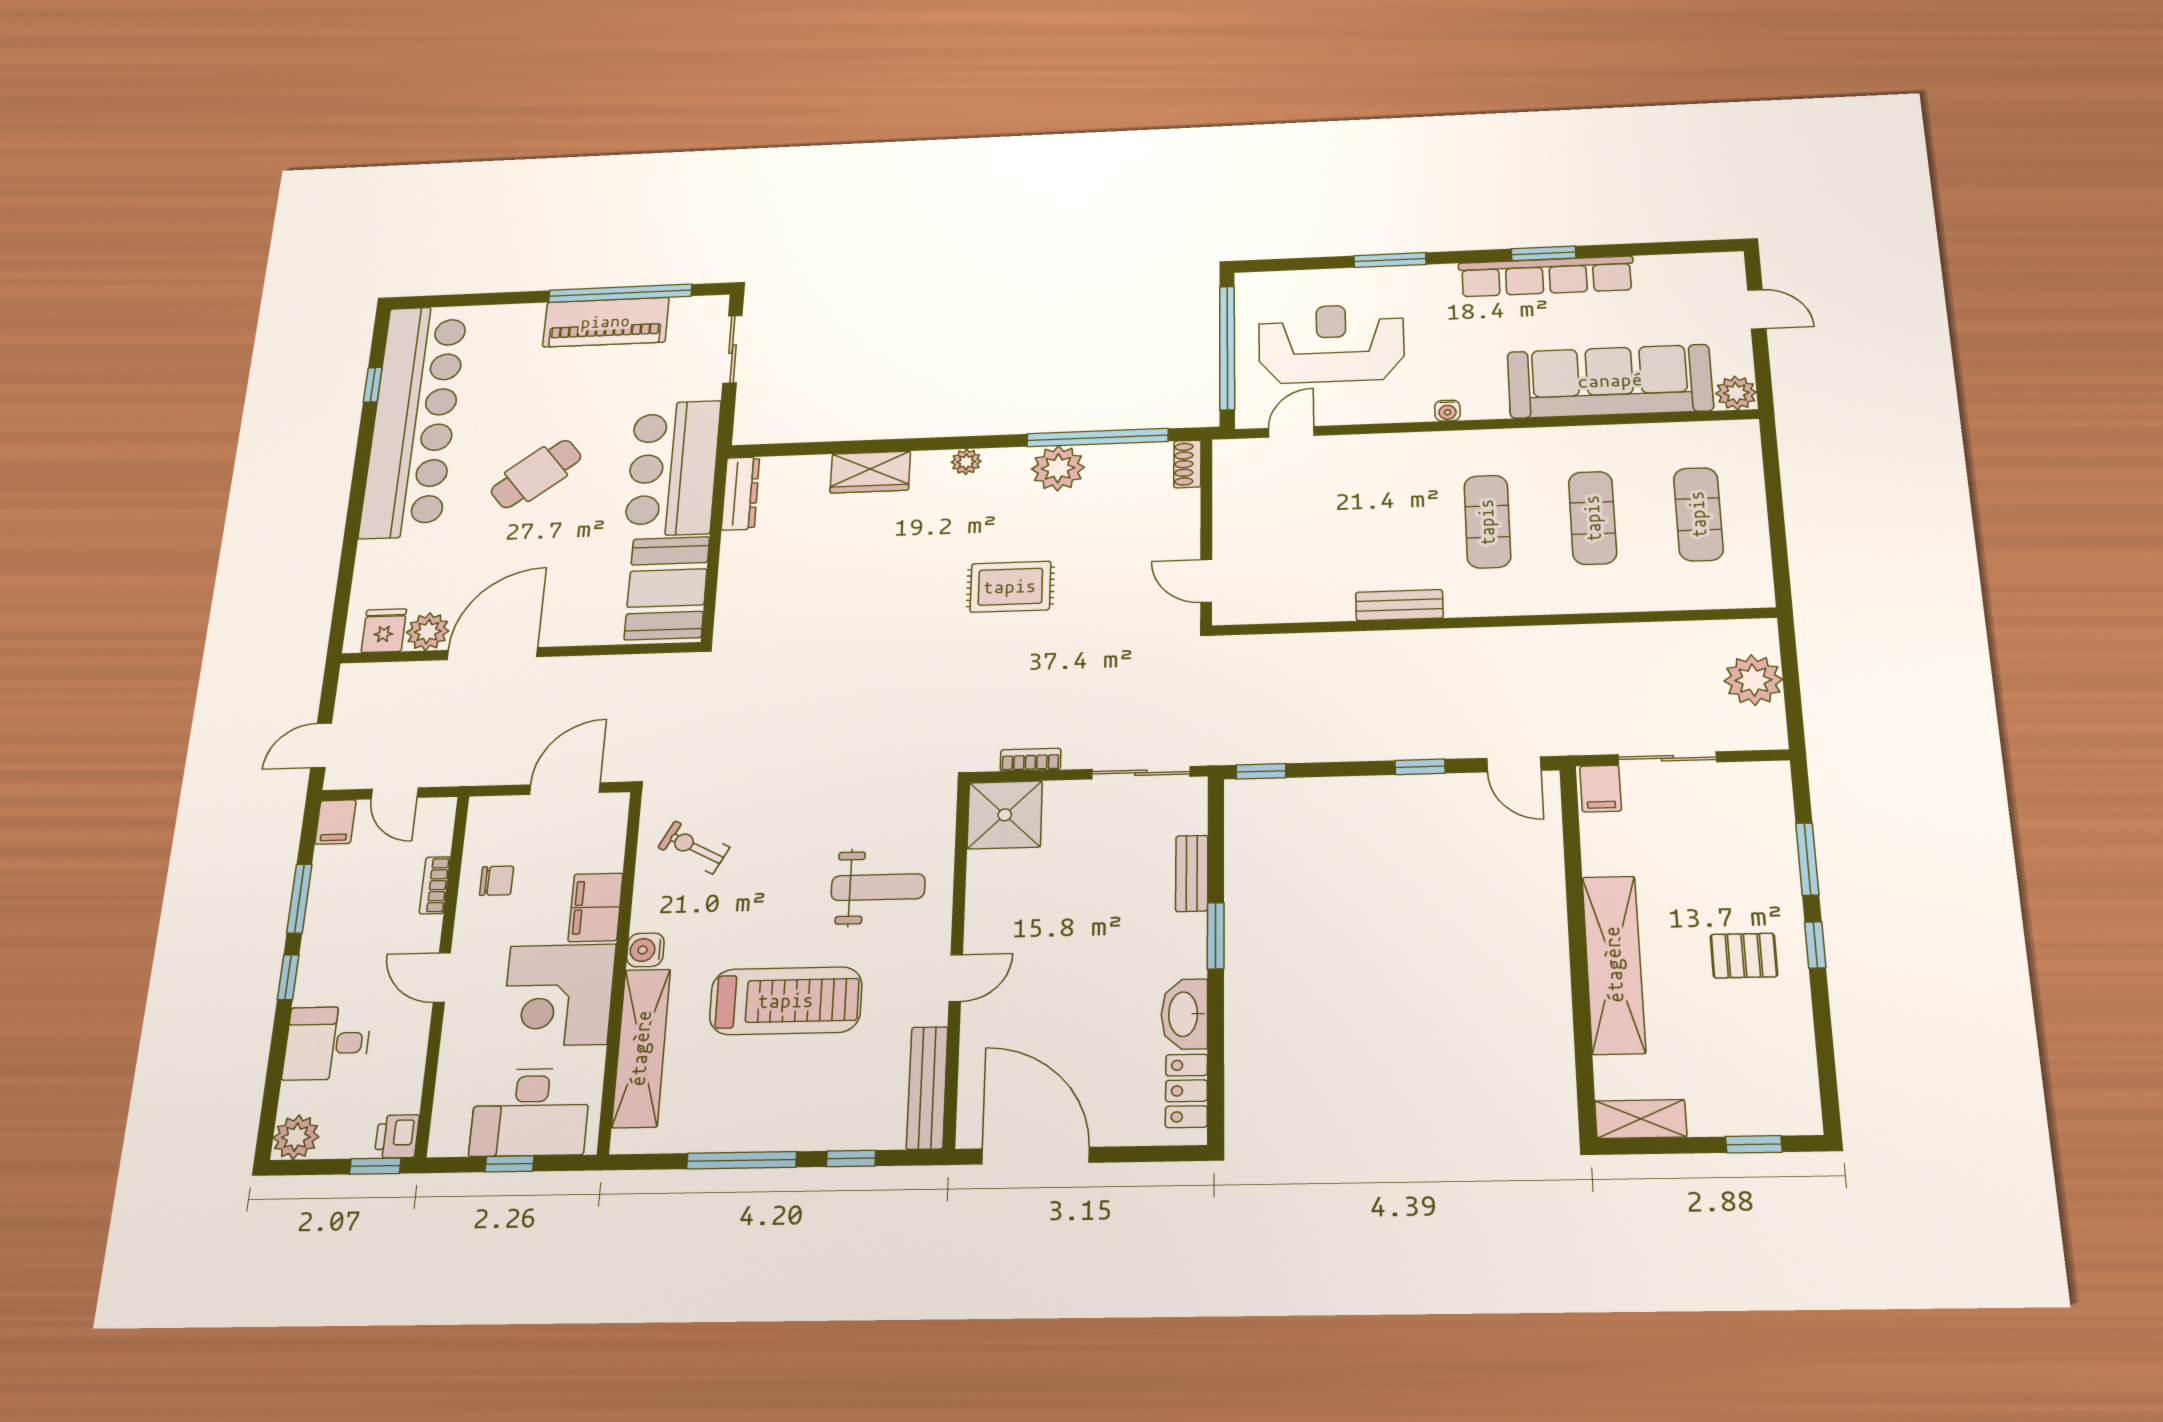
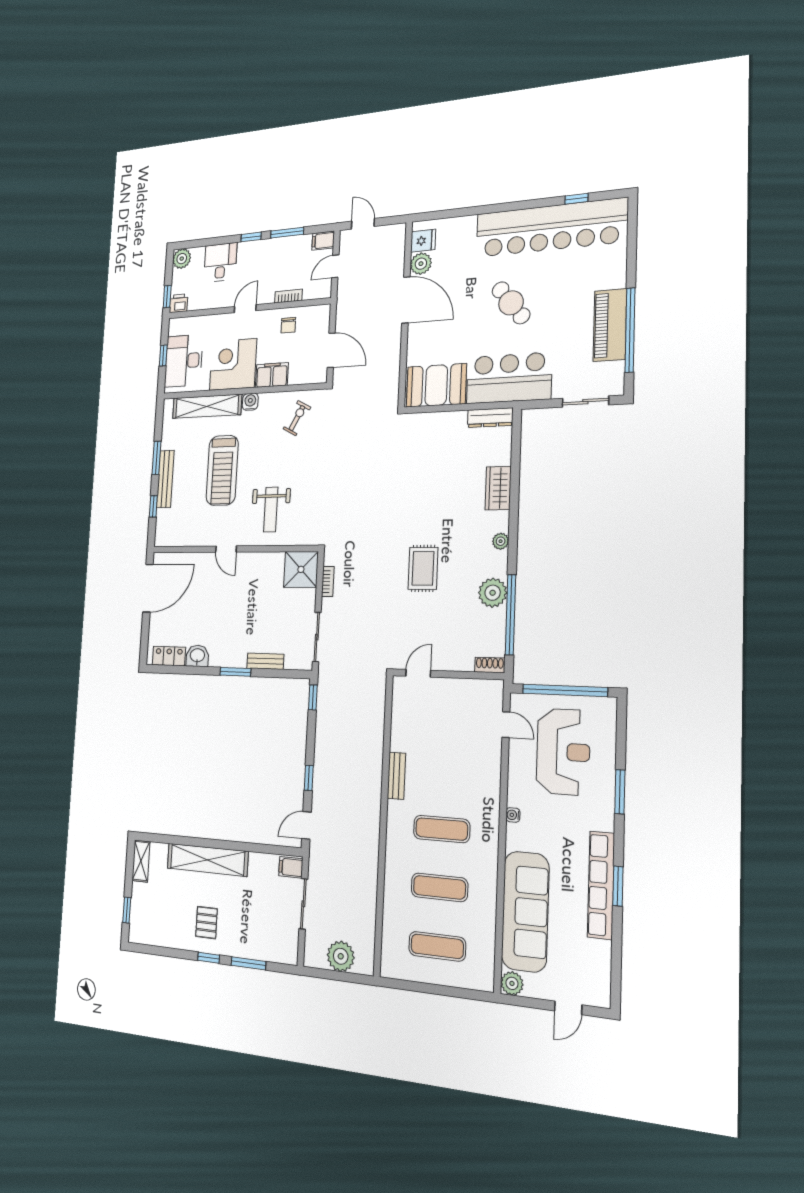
washbasin: (1184, 1014) -> (197, 656), width x0.72
bench: (927, 1088) -> (165, 479), moved, turned 90
window: (742, 1160) -> (157, 458), width x0.69

